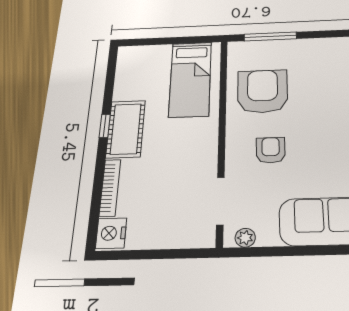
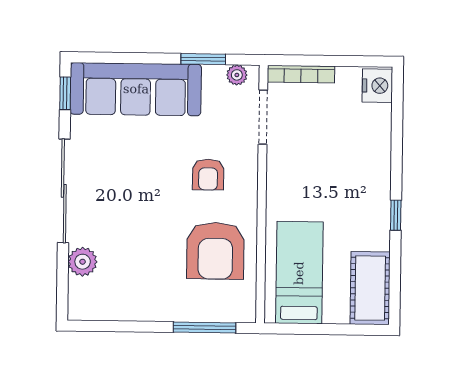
cot: (126, 129) -> (370, 288), moved
bookcase: (110, 188) -> (301, 74), moved, turned -90
window: (278, 251) -> (203, 59), added

